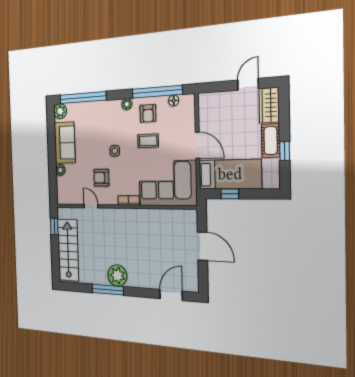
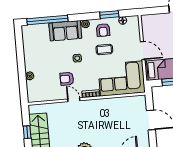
window: (157, 92) -> (109, 15), width x0.47
plant: (60, 111) -> (27, 31), removed
sofa: (65, 143) -> (65, 31), moved, turned 90
door: (91, 206) -> (74, 100), moved
window: (54, 226) -> (27, 132), moved

